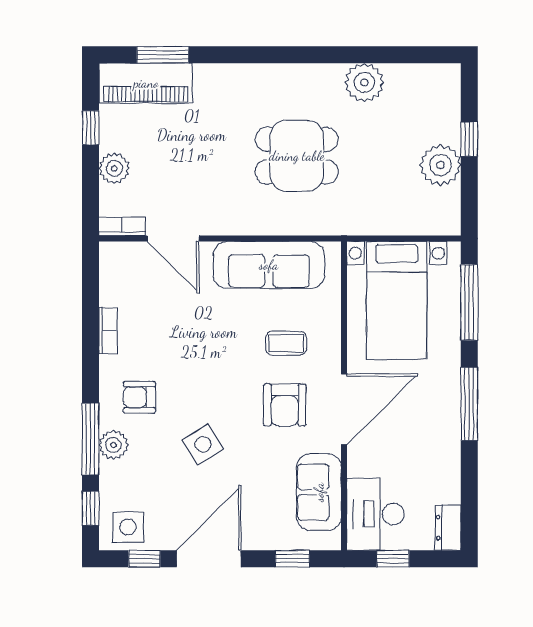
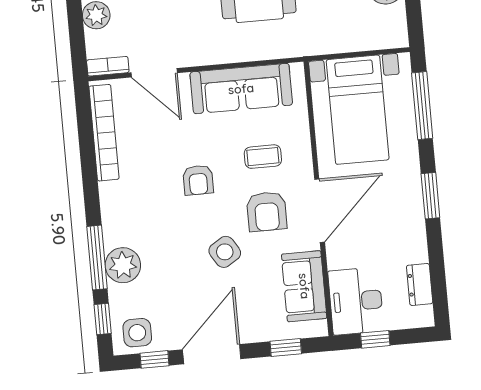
bookcase: (108, 331) -> (104, 133), width x2.31, depth x1.31
armchair: (139, 397) -> (198, 180), moved, turned -90
window: (469, 404) -> (430, 196), width x0.69
side table: (203, 444) -> (225, 252), moved
plant: (113, 445) -> (123, 265), width x1.36, depth x1.36
dresser: (448, 528) -> (420, 284), moved

